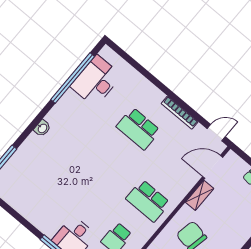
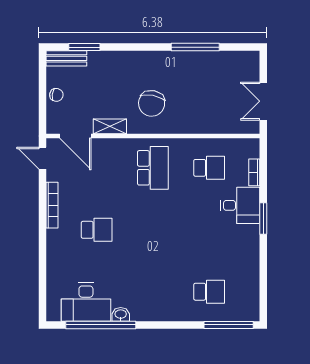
washbasin: (42, 128) -> (121, 314), moved
school desk: (138, 129) -> (97, 230), width x0.54
school desk: (34, 169) -> (209, 292), added

